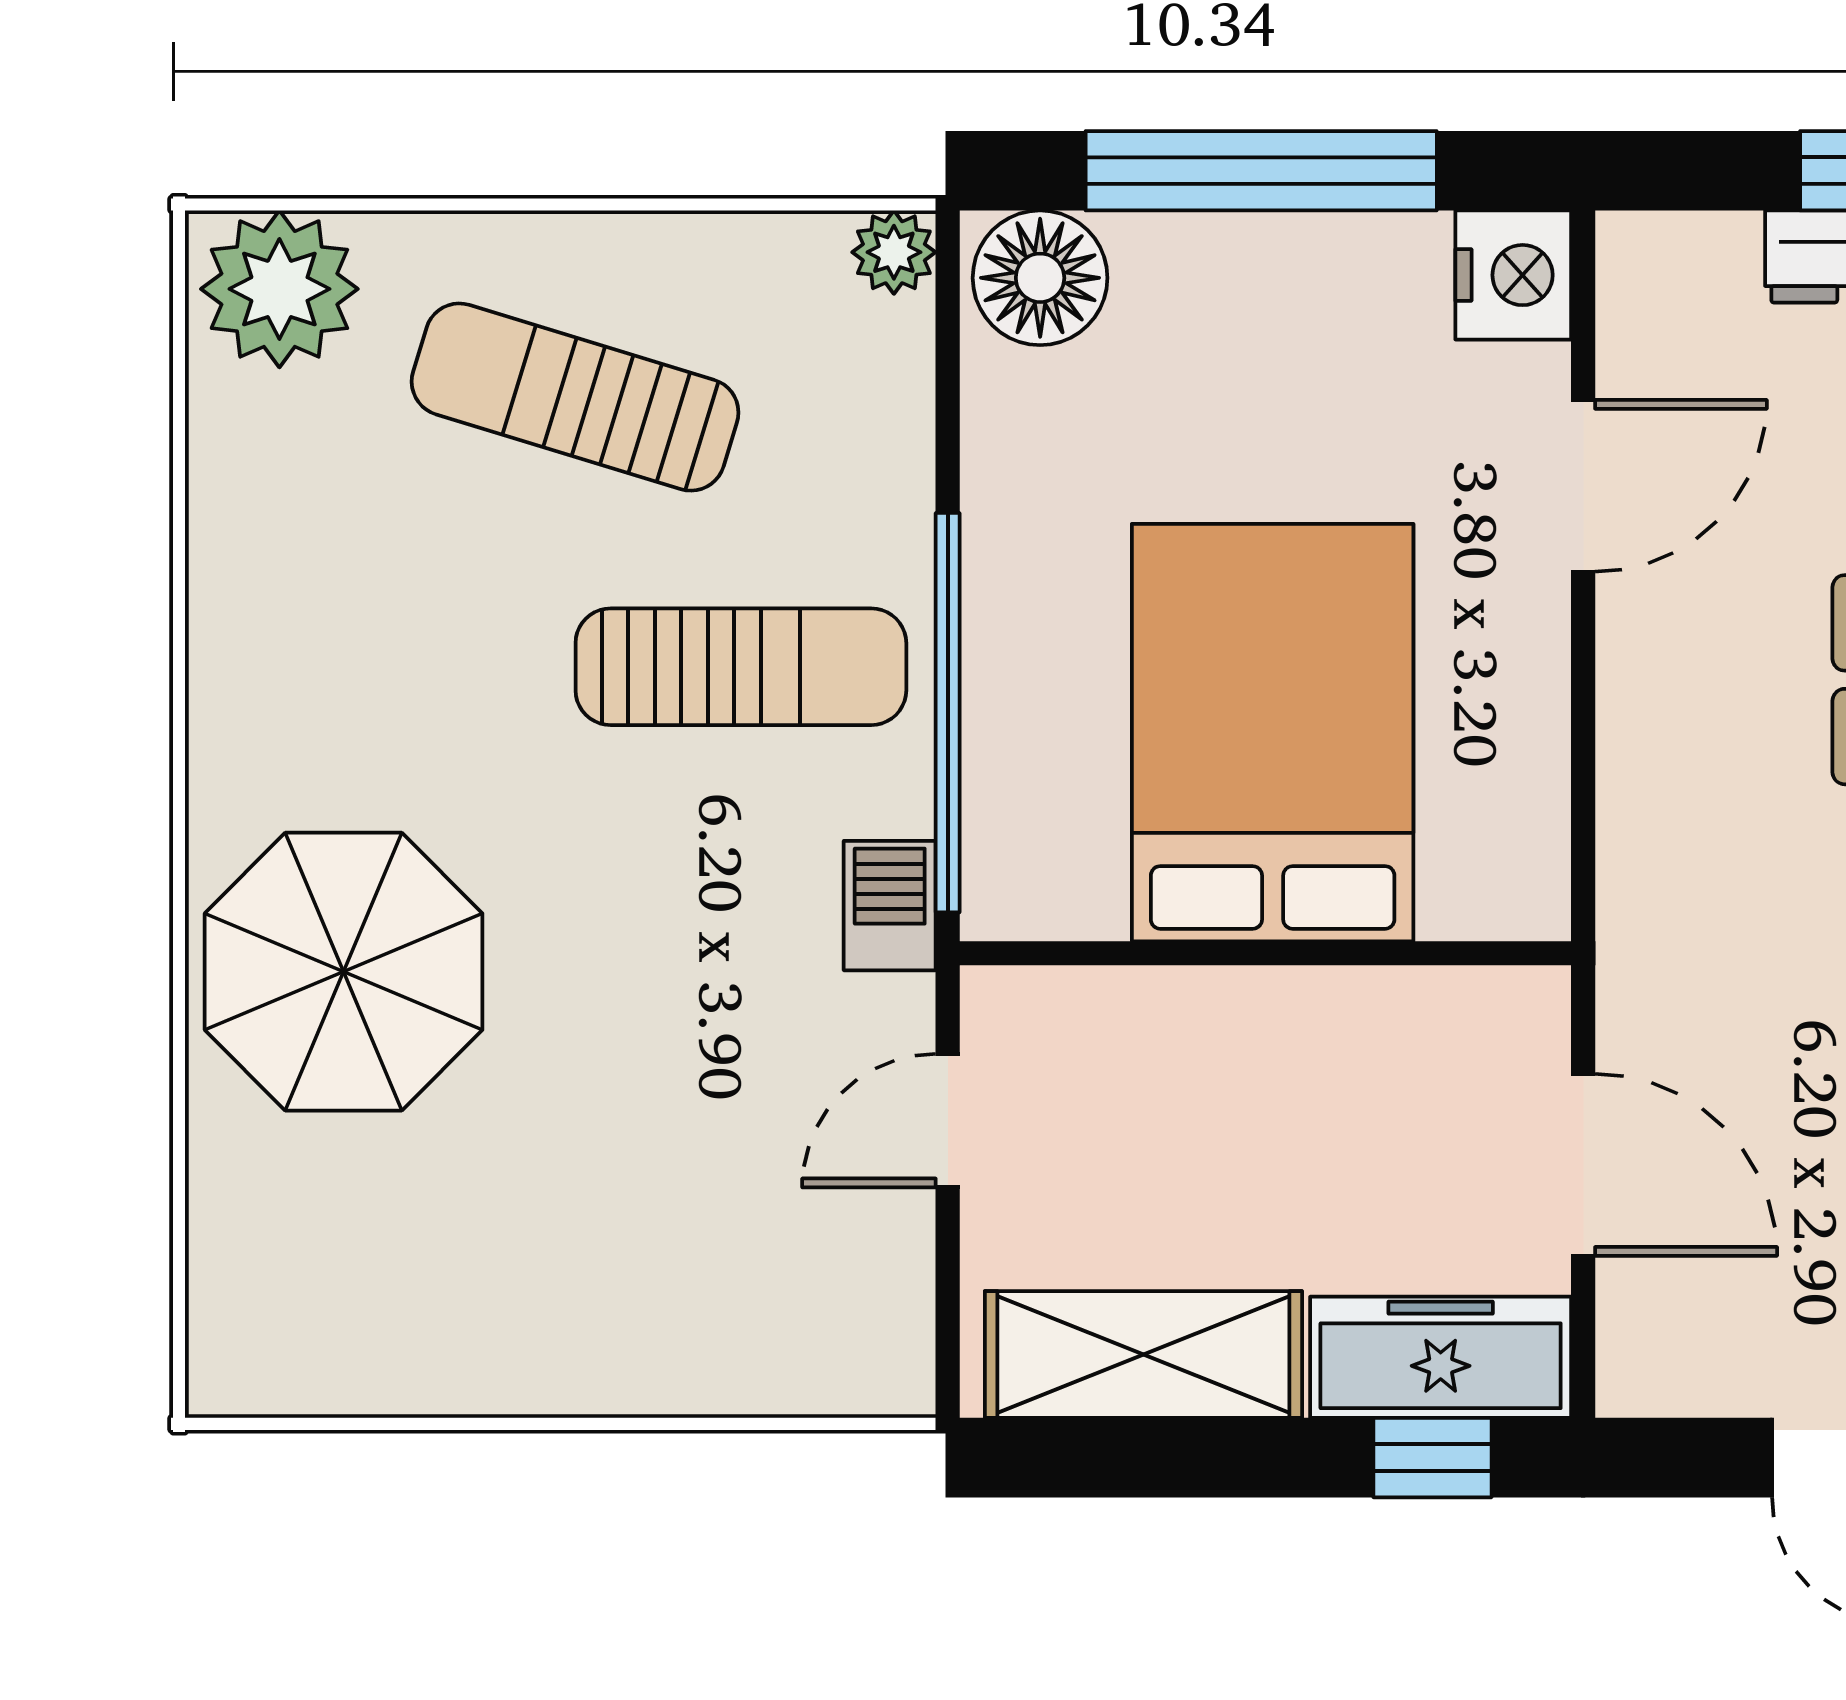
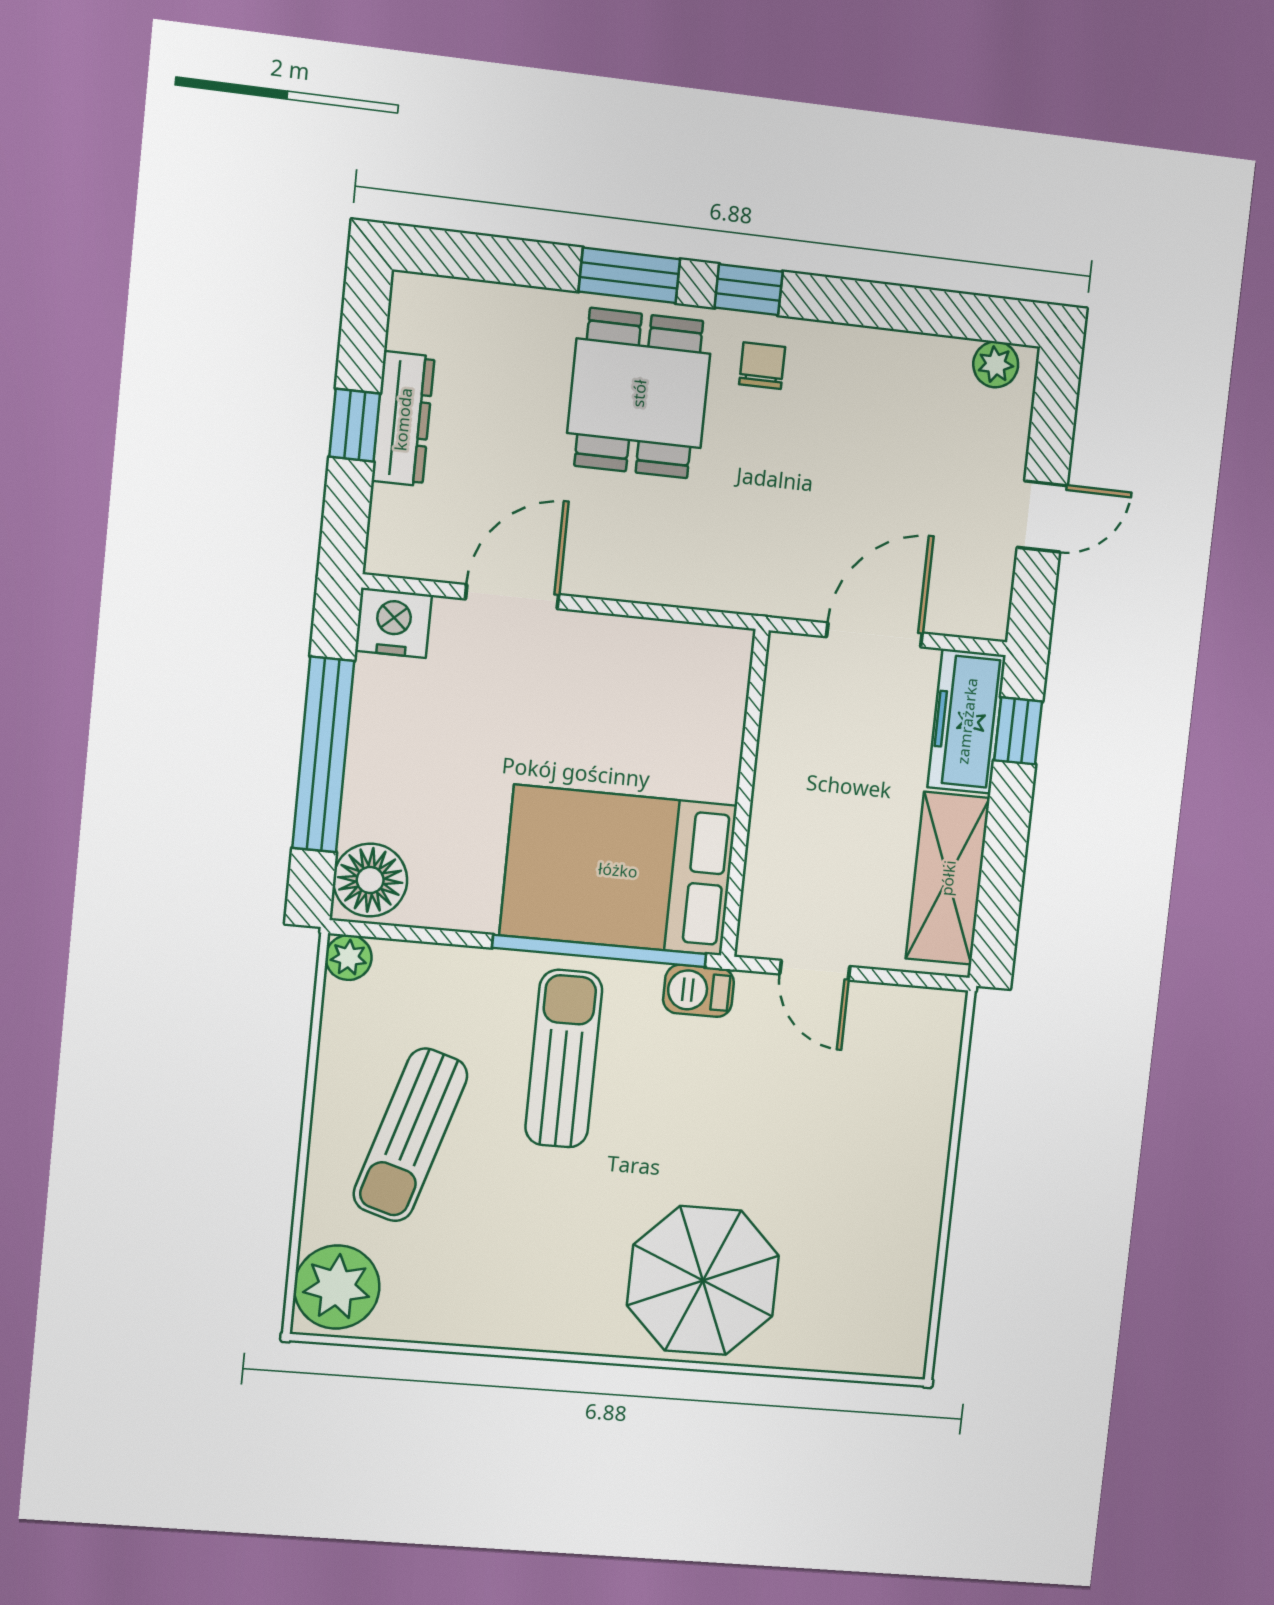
door: (1583, 486) -> (512, 597), hinge flipped
bed: (1273, 733) -> (618, 870), moved

